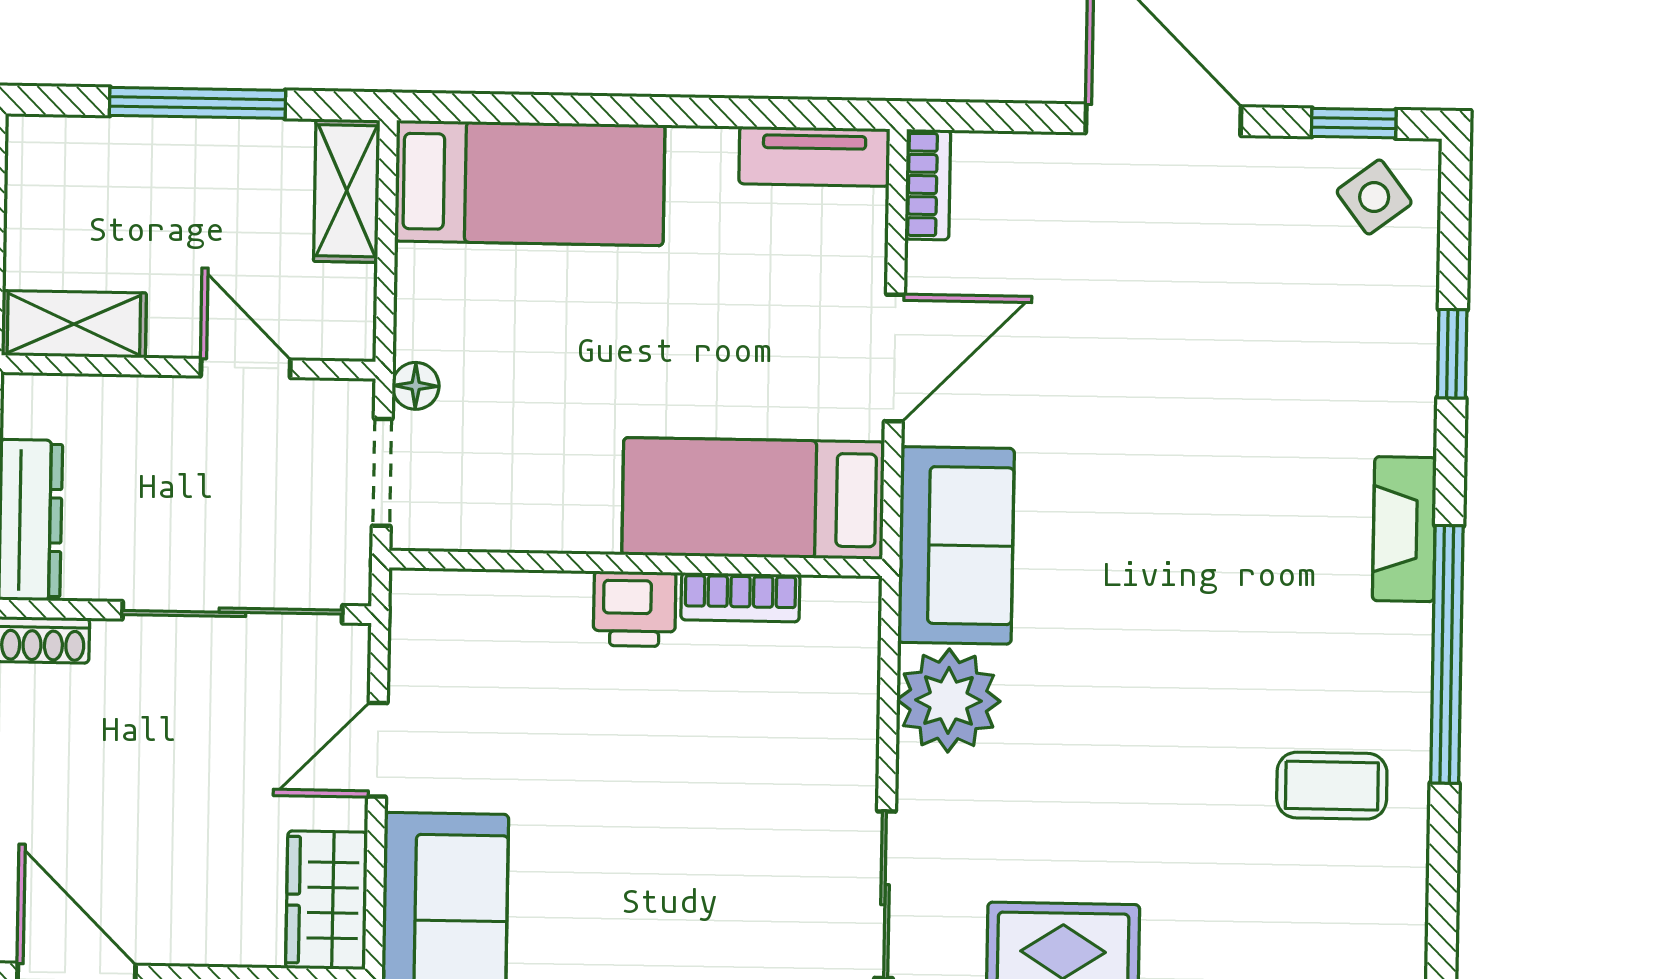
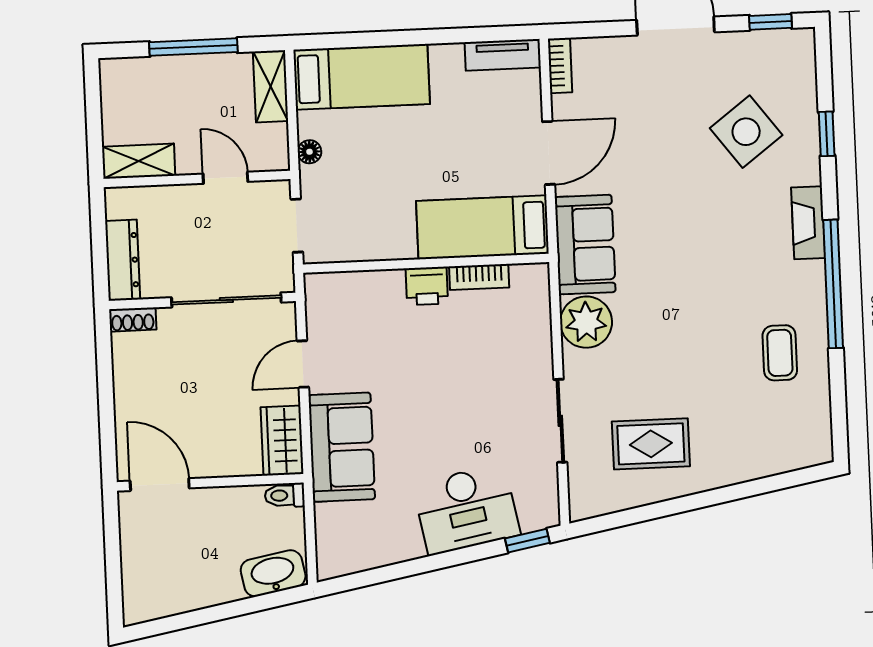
side table: (1374, 197) -> (746, 132), moved, width x1.87, depth x1.87
floor lamp: (416, 386) -> (310, 152), moved
coffee table: (1332, 786) -> (780, 353), turned 90

